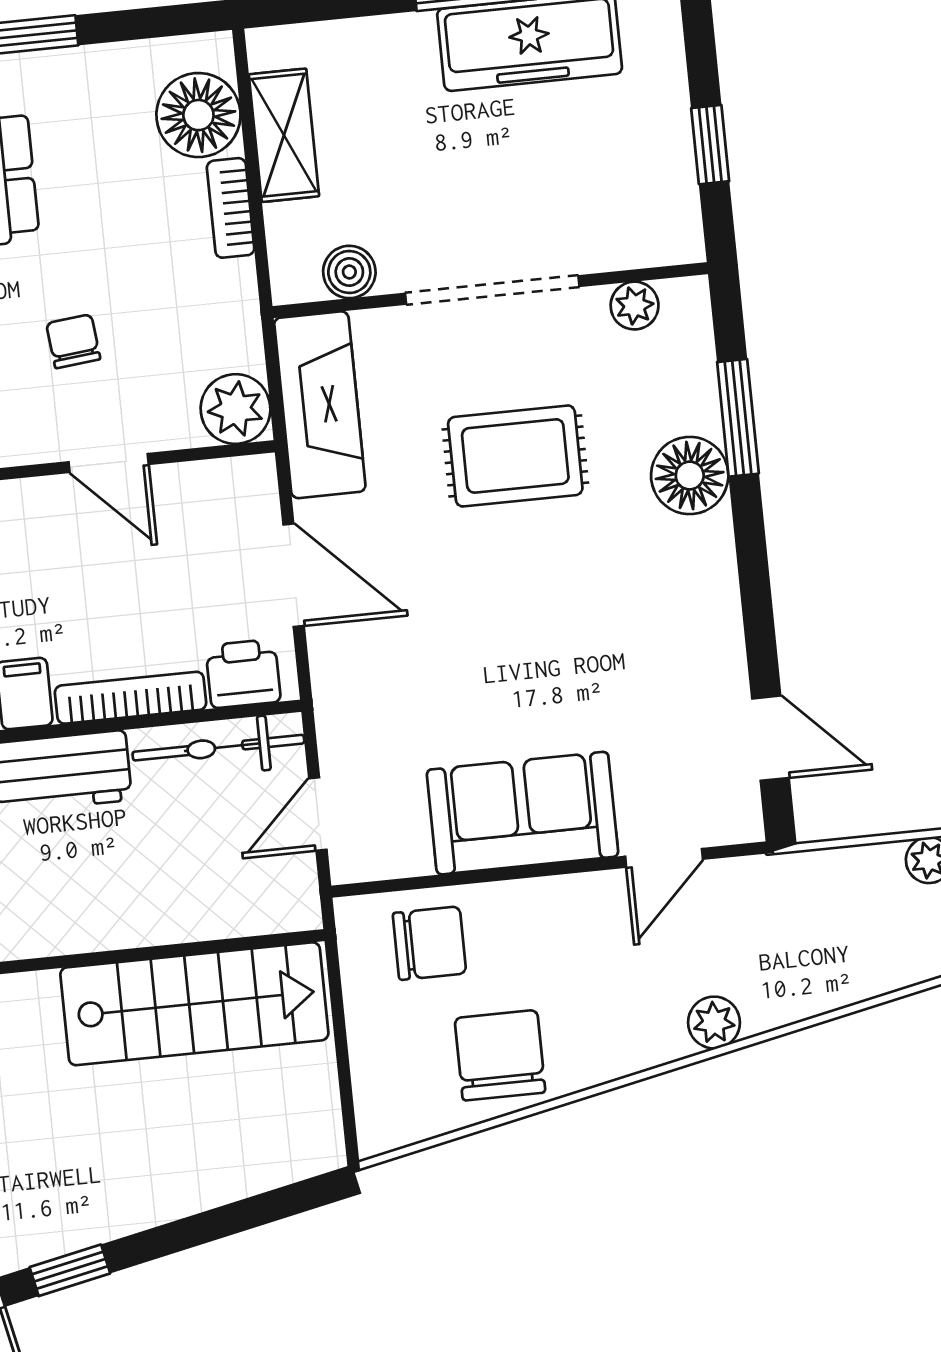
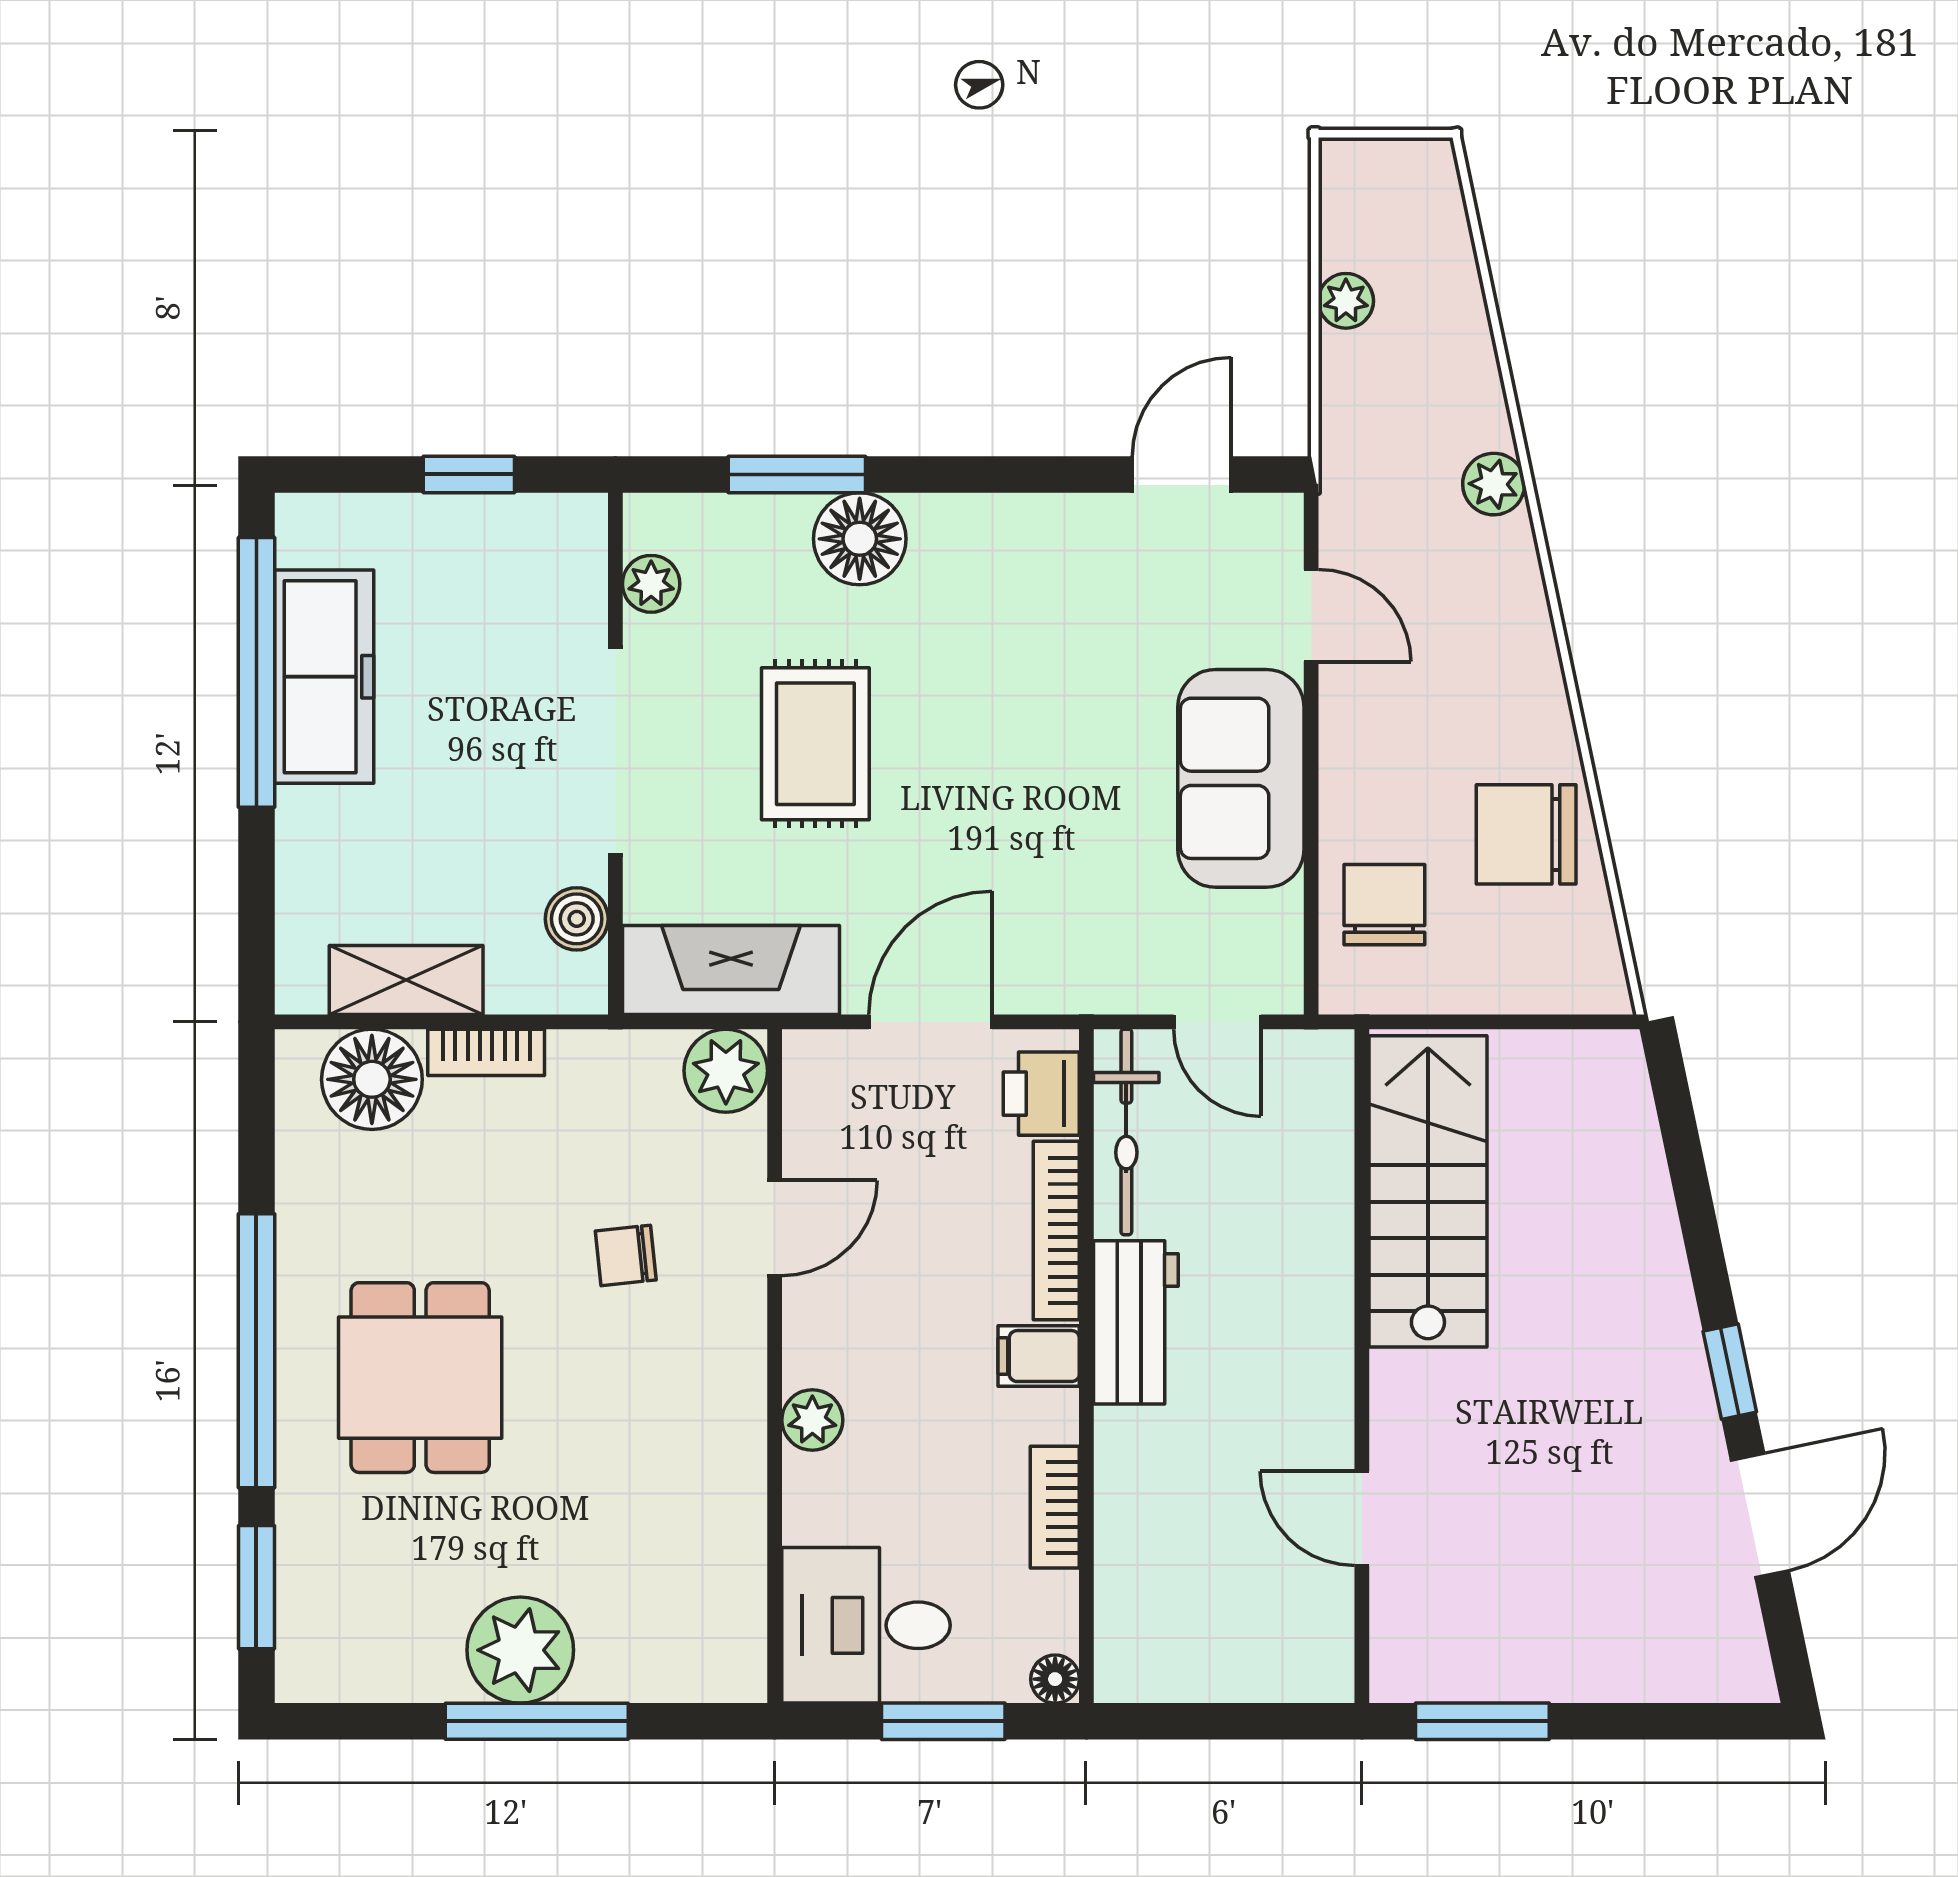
plant: (714, 1022) -> (1494, 484), moved

